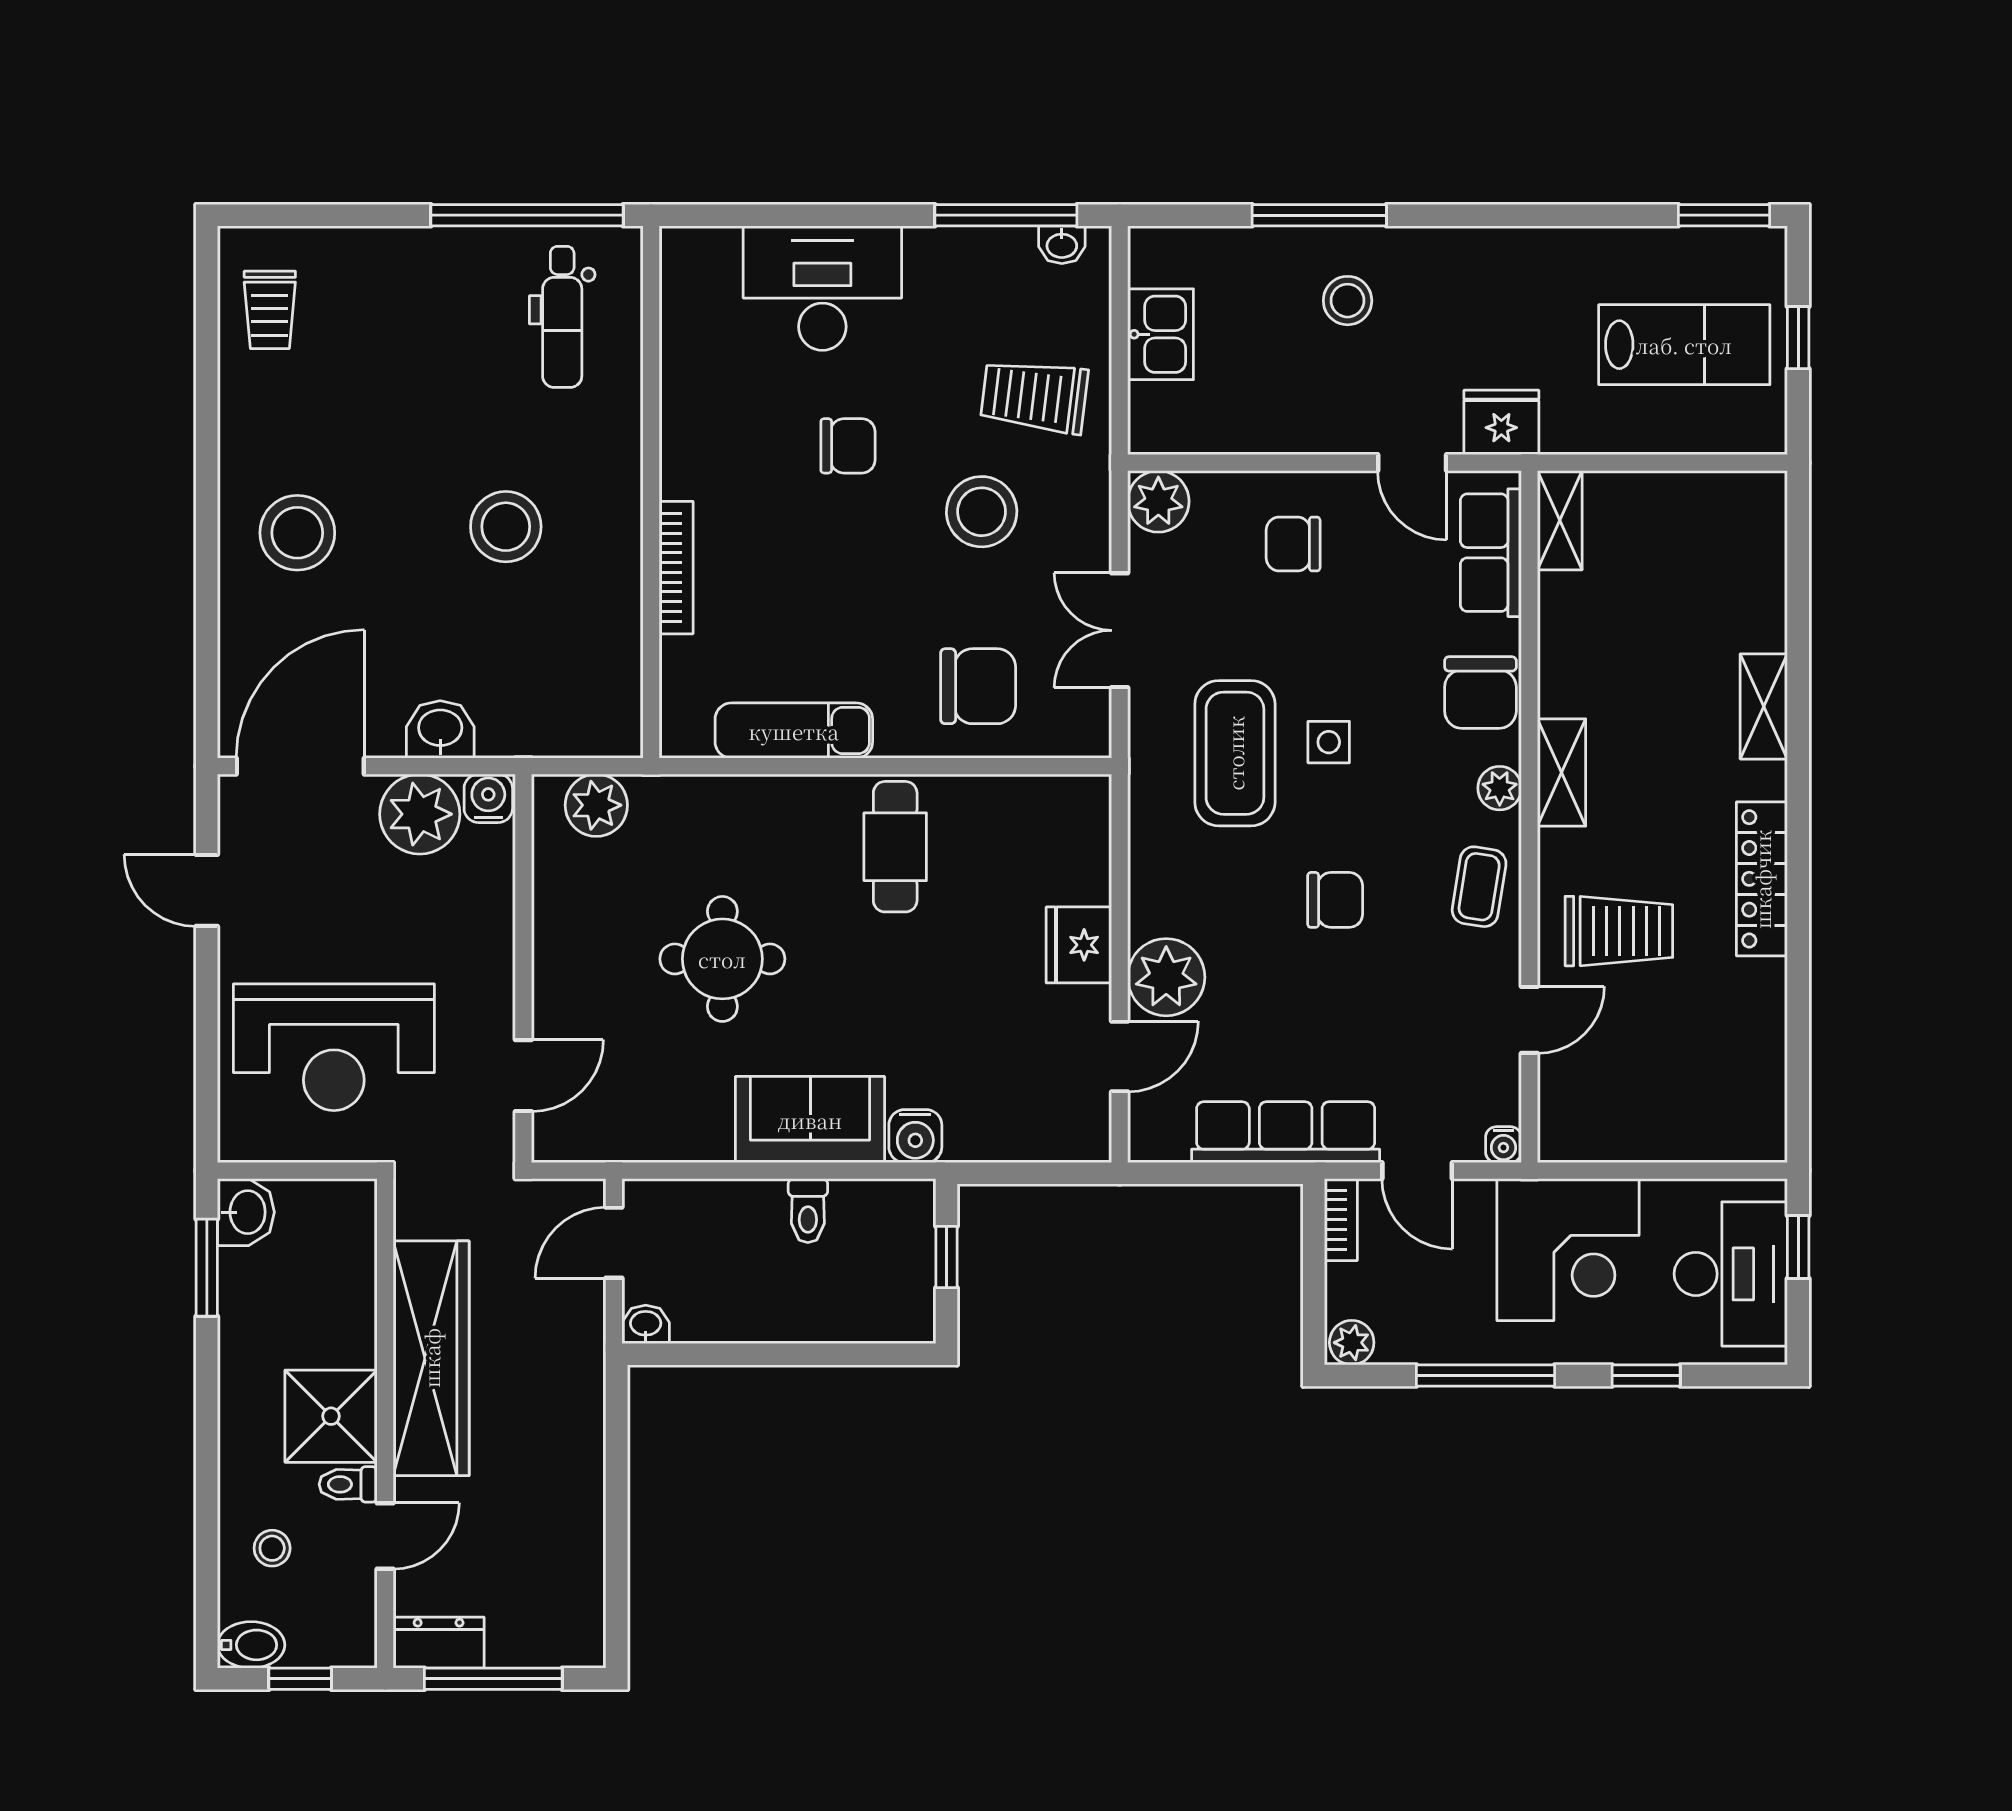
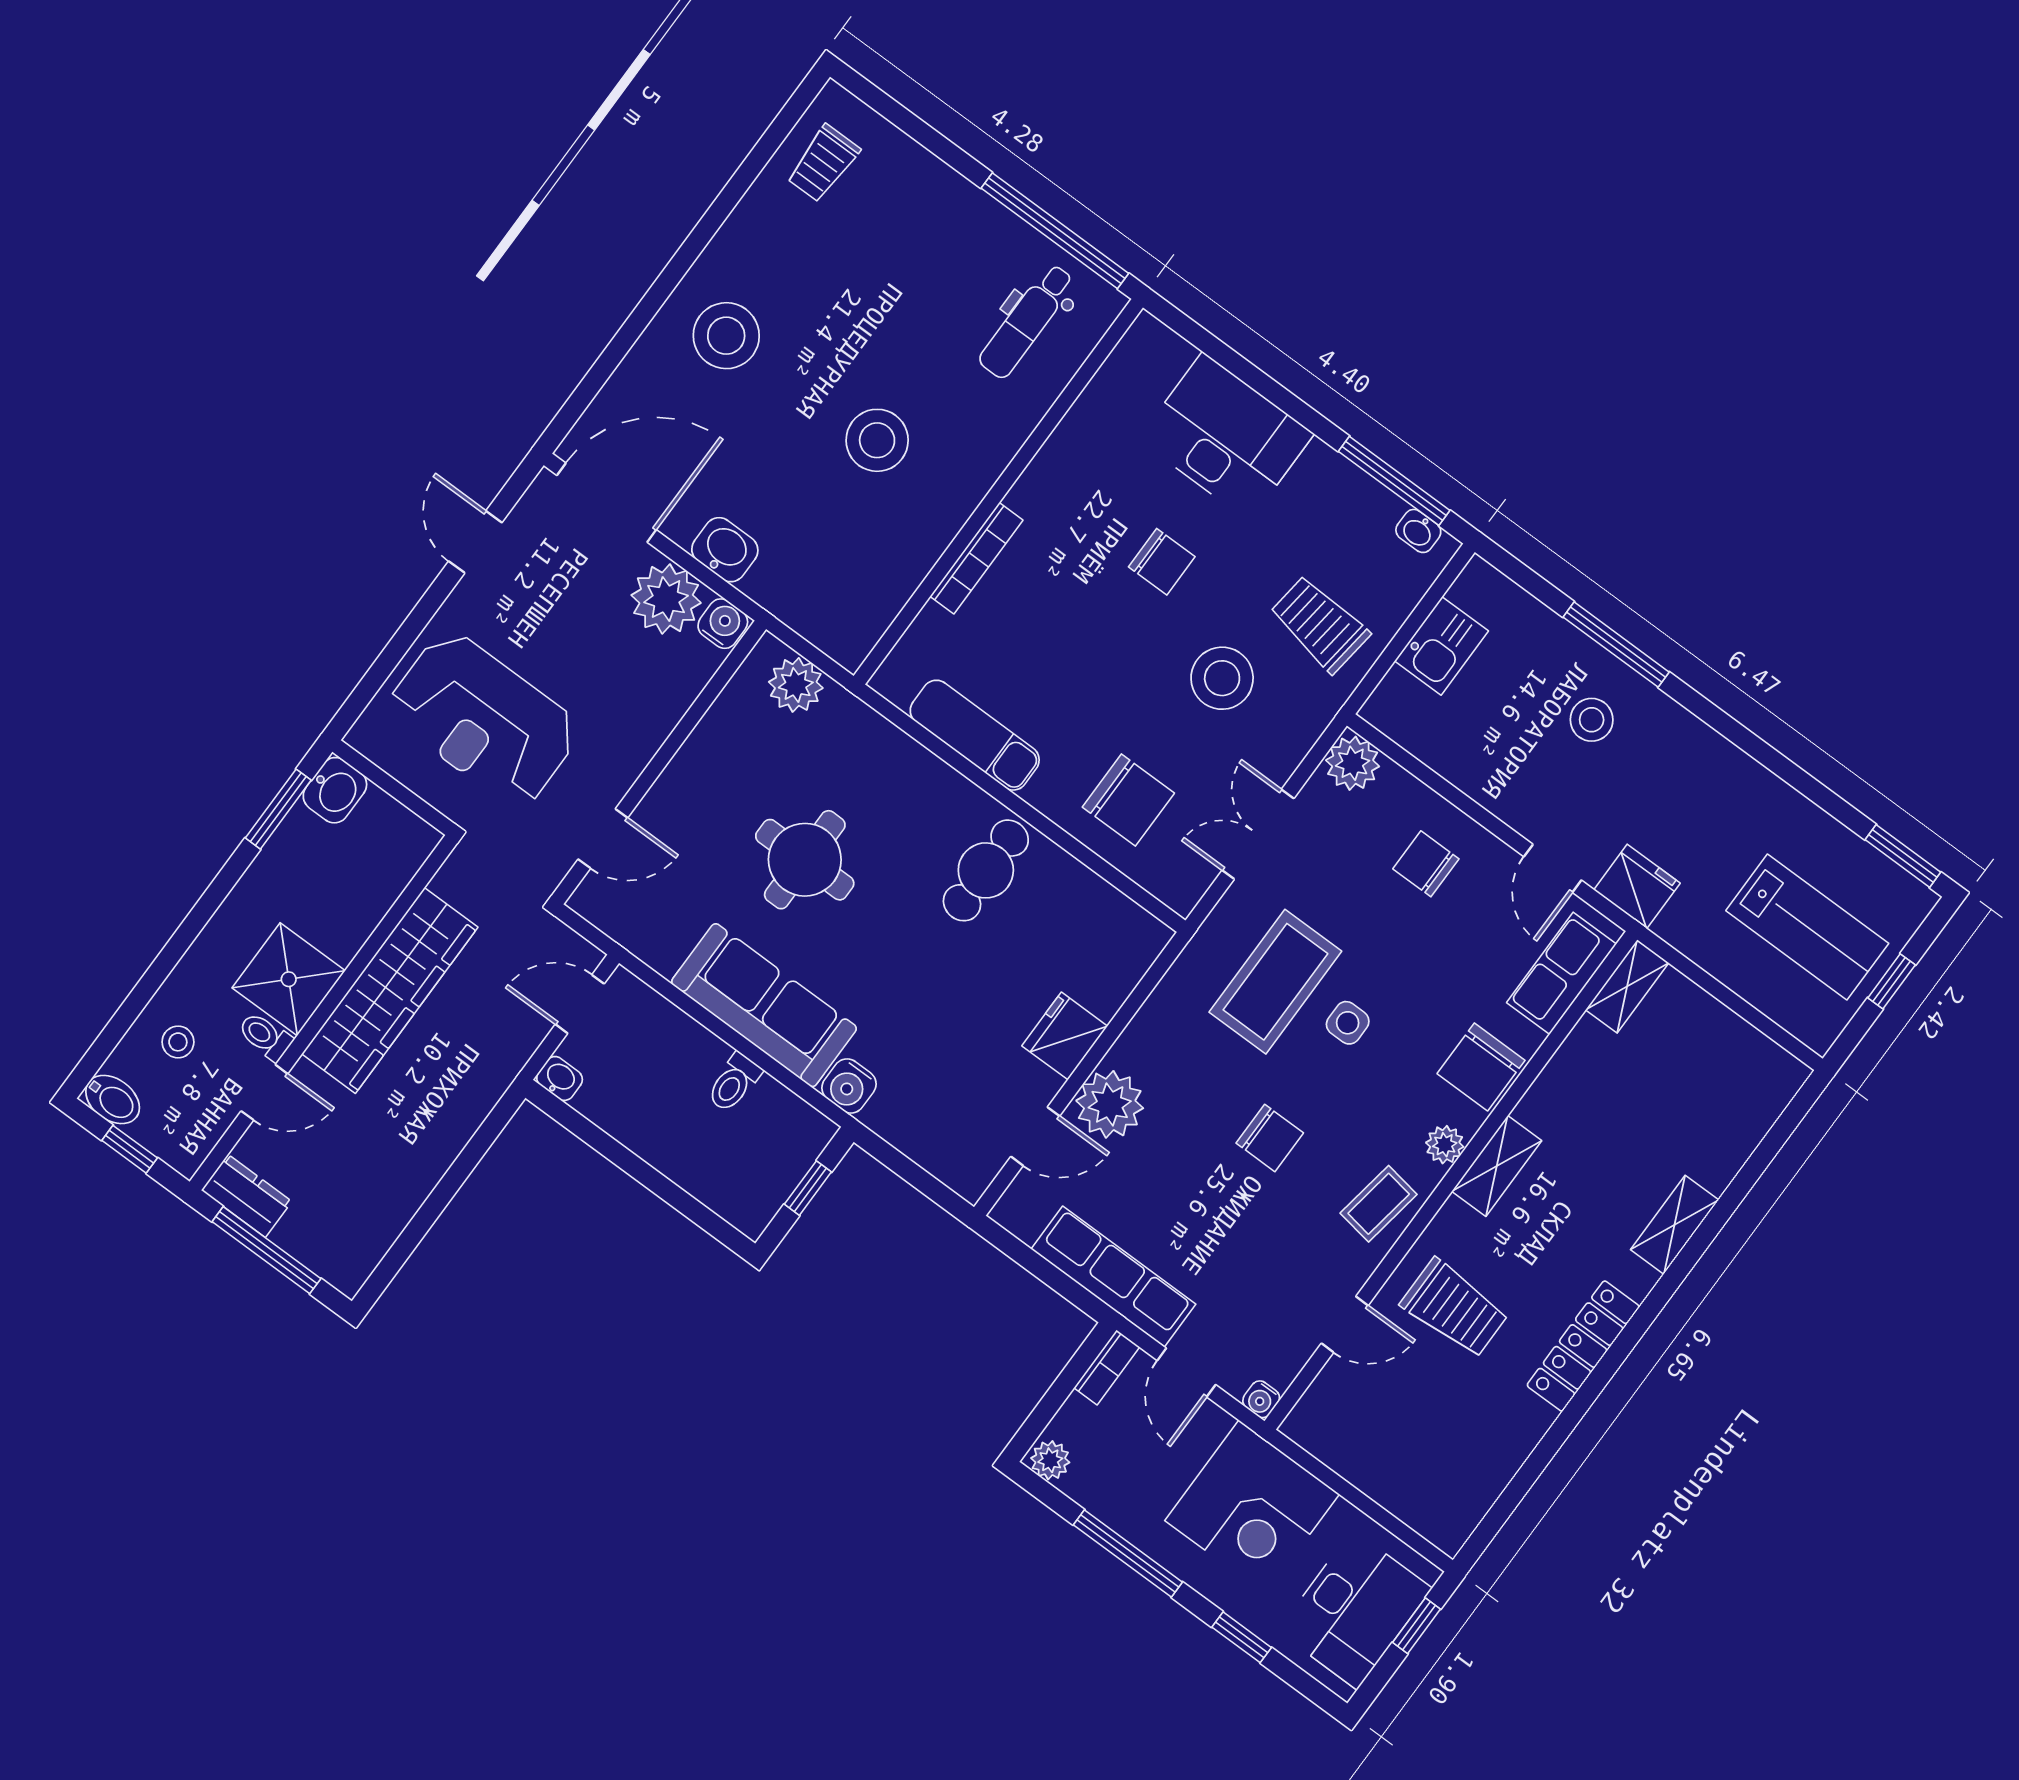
sofa: (810, 1120) -> (764, 1005), width x1.36

